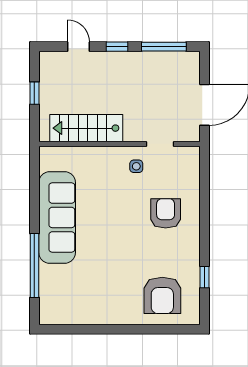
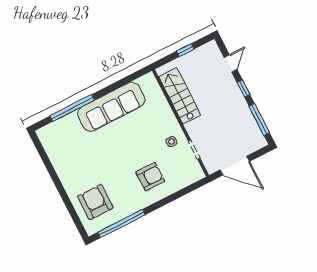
window: (204, 277) -> (122, 224), width x3.17
armchair: (162, 295) -> (95, 202), turned 90

